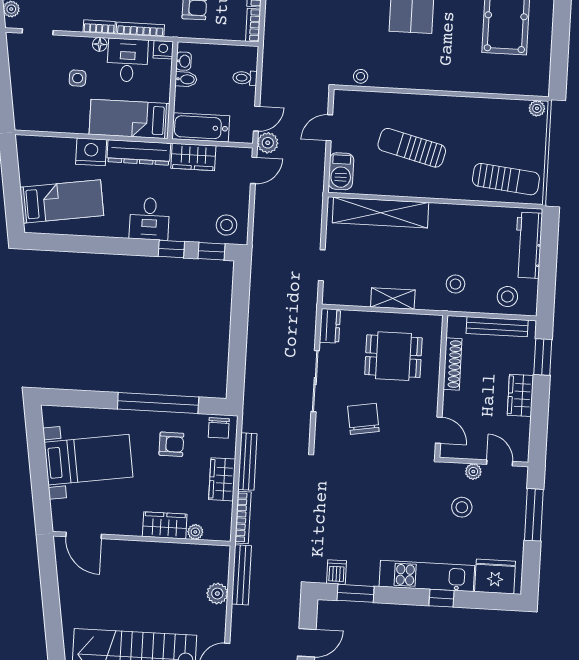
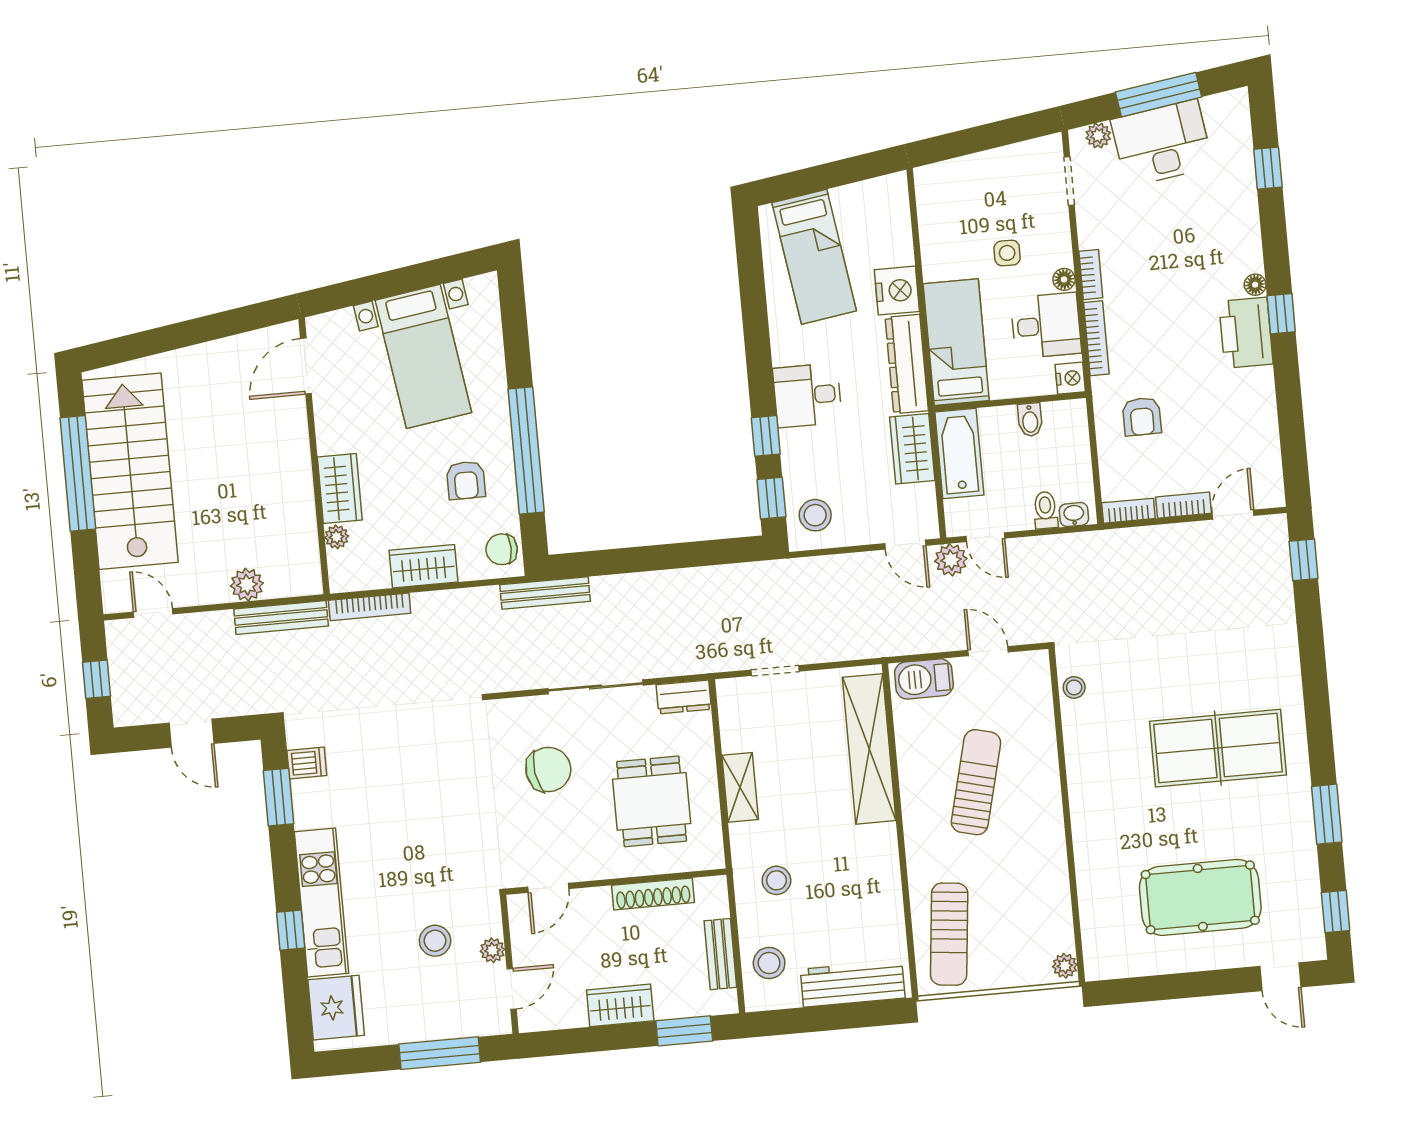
washbasin: (184, 61) -> (1074, 515), moved, turned 180
bench: (497, 327) -> (720, 954), width x0.73
bench: (247, 462) -> (545, 593), moved

